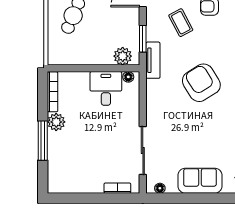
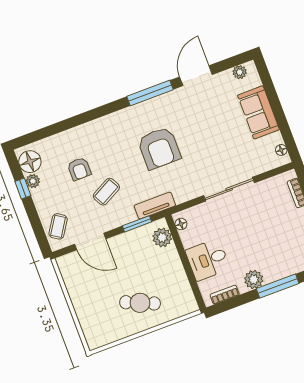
armchair: (201, 83) -> (159, 148), turned -58
desk: (106, 88) -> (208, 260), moved
bookcase: (53, 92) -> (225, 295), width x0.64
sliding door: (143, 150) -> (229, 189), moved

